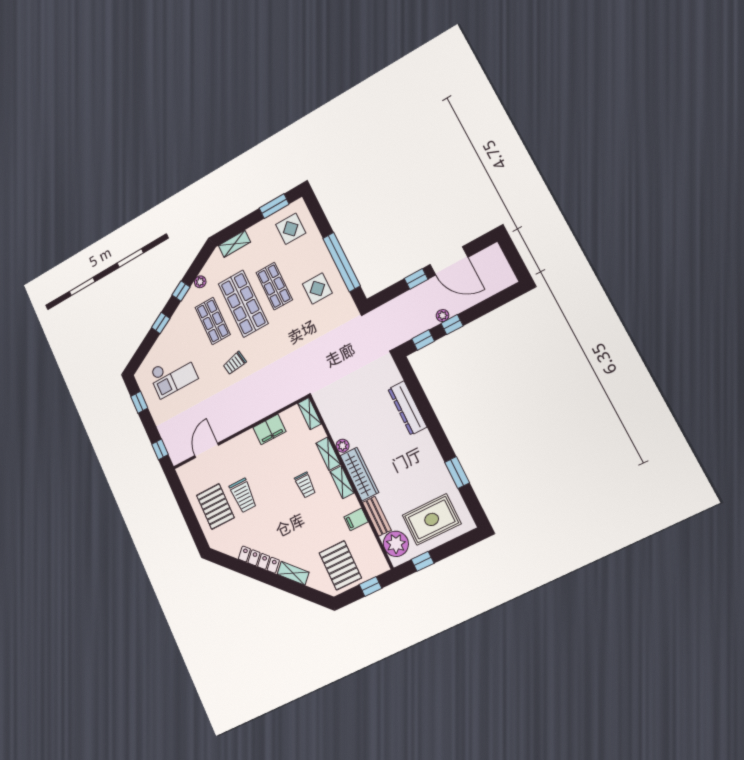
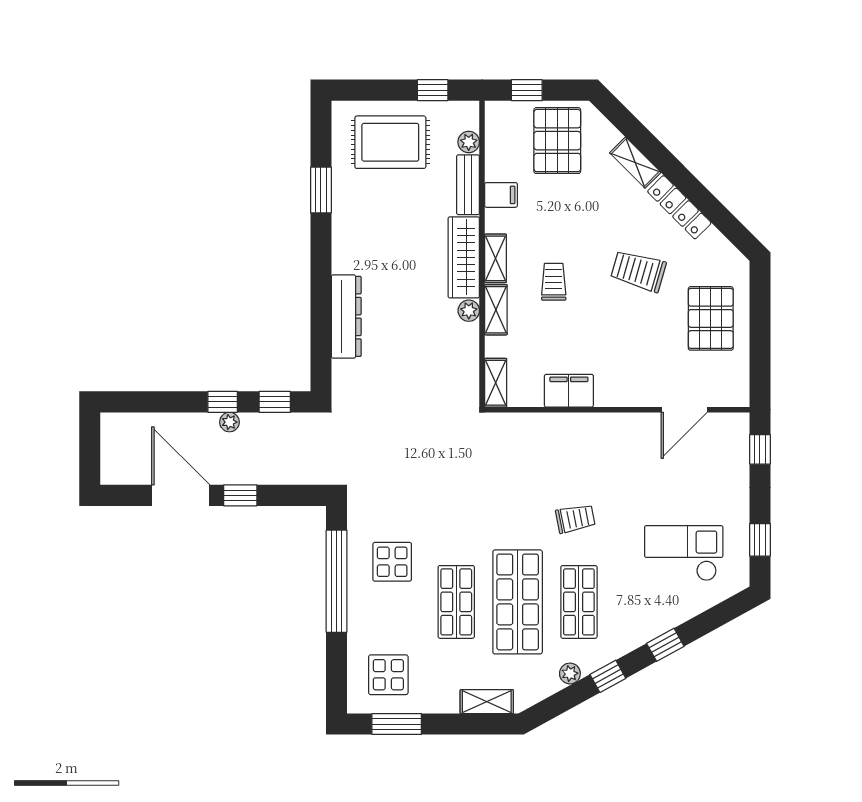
trolley: (243, 495) -> (638, 271), moved, turned -74
plant: (396, 544) -> (469, 142), width x0.53, depth x0.53

